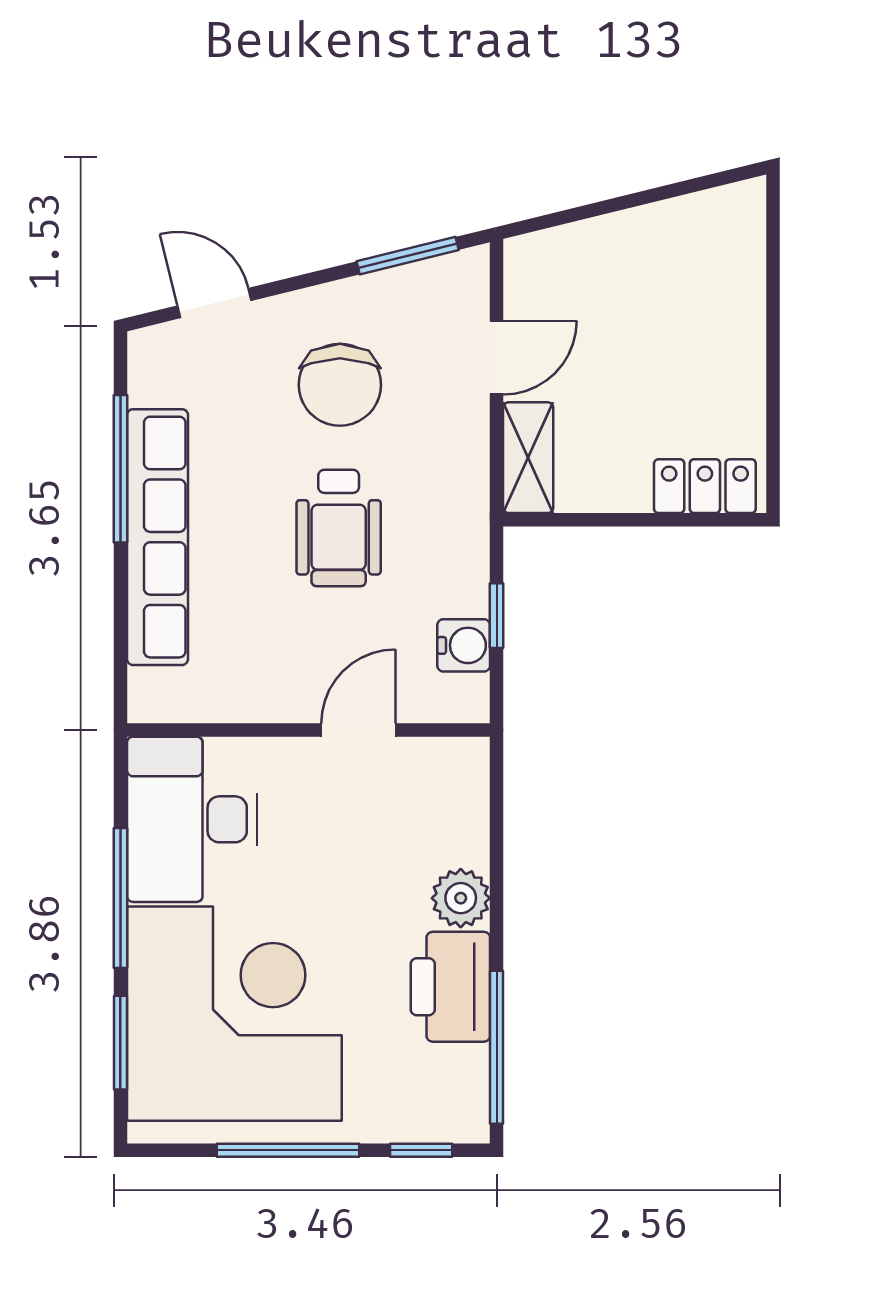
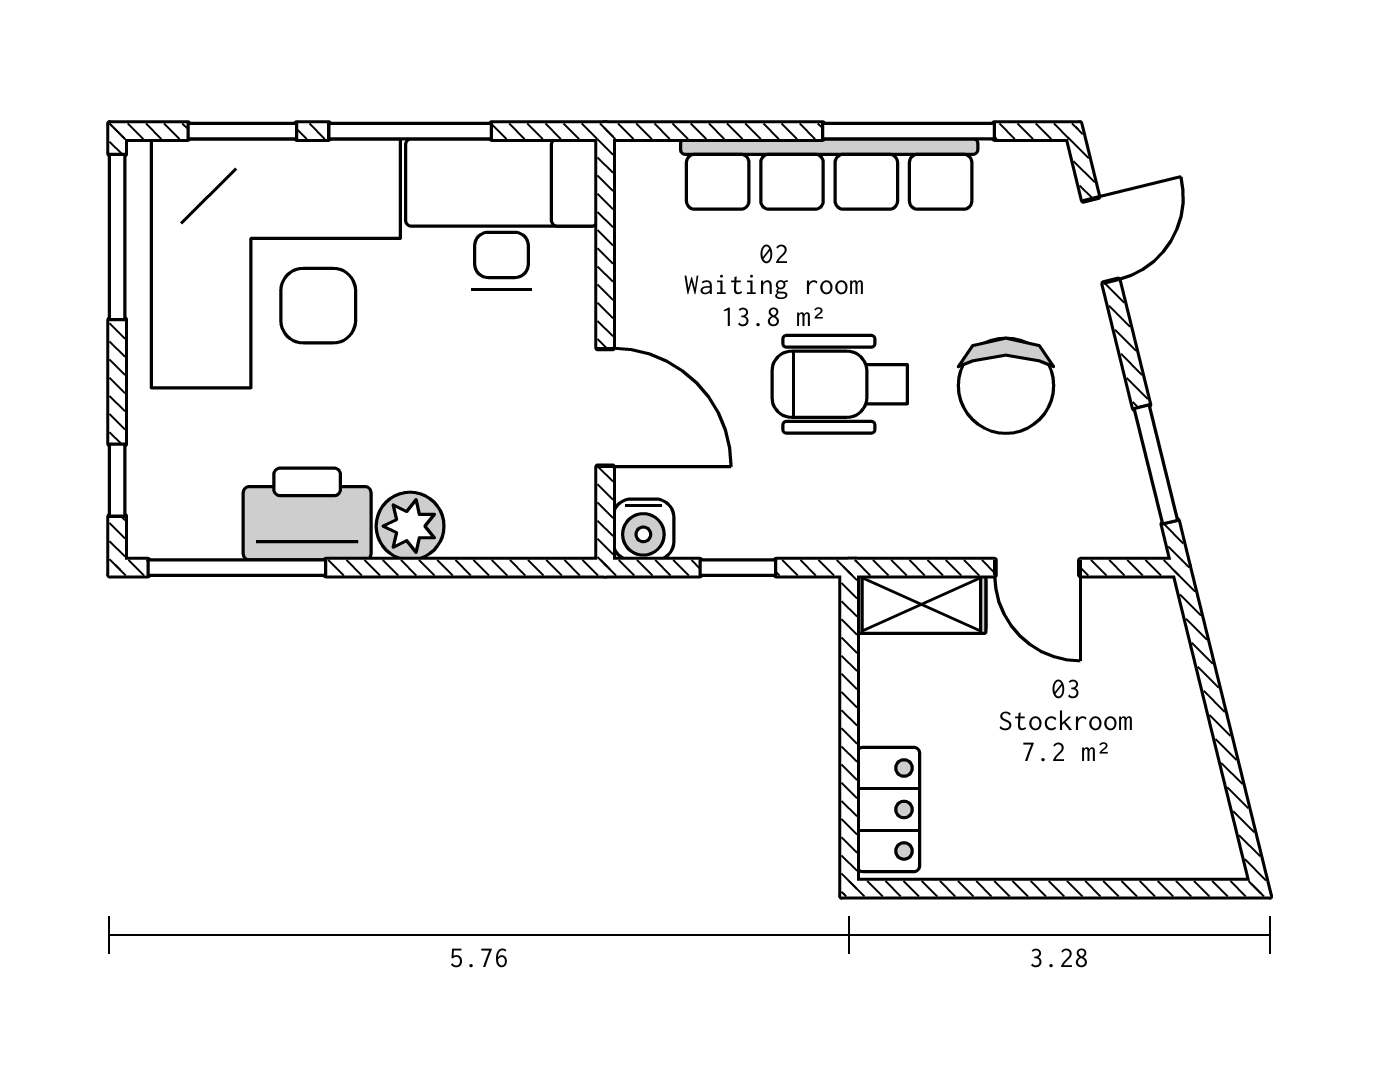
chair: (340, 385) -> (1006, 386), turned -90
water cooler: (464, 645) -> (643, 529), moved
door: (358, 730) -> (605, 407), width x1.38
window: (288, 1150) -> (117, 237), moved

